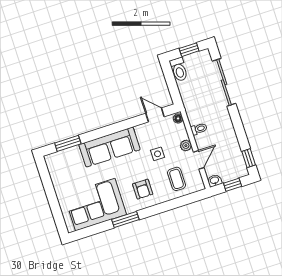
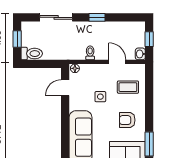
sliding door: (224, 82) -> (56, 17), width x0.73
plant: (186, 146) -> (101, 69), removed
window: (249, 158) -> (97, 17), moved
armchair: (143, 189) -> (127, 120), turned 180

